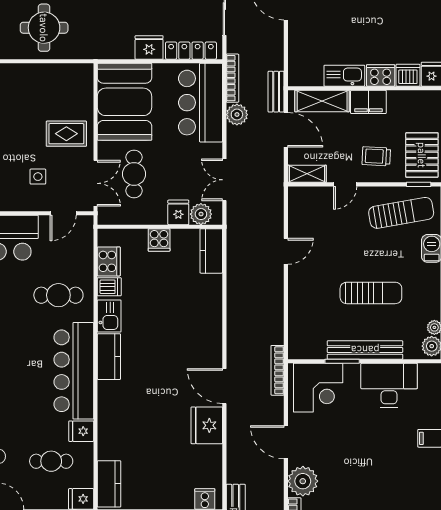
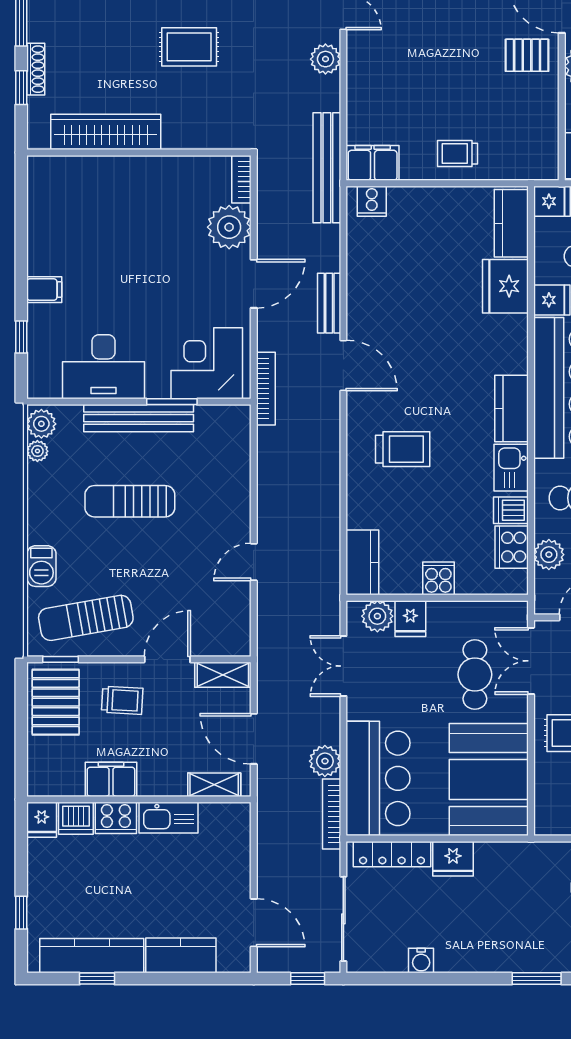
bench: (276, 92) -> (329, 303), moved
shelving: (322, 101) -> (214, 785), width x0.67, depth x0.75
filing cabinet: (368, 102) -> (111, 779), moved
double door: (224, 180) -> (343, 666), swing flipped
door: (345, 184) -> (167, 659), width x1.37
plant: (83, 256) -> (549, 555), added
trolley: (184, 329) -> (403, 449), added
fridge: (207, 425) -> (505, 286), moved, turned 180
door: (286, 442) -> (254, 284), hinge flipped

